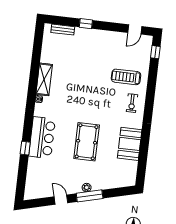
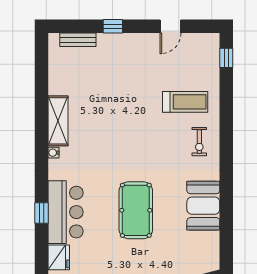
door: (135, 29) -> (171, 26), moved
treadmill: (126, 77) -> (185, 102), turned 180
window: (25, 148) -> (41, 213), moved
fridge: (34, 166) -> (59, 257), added

